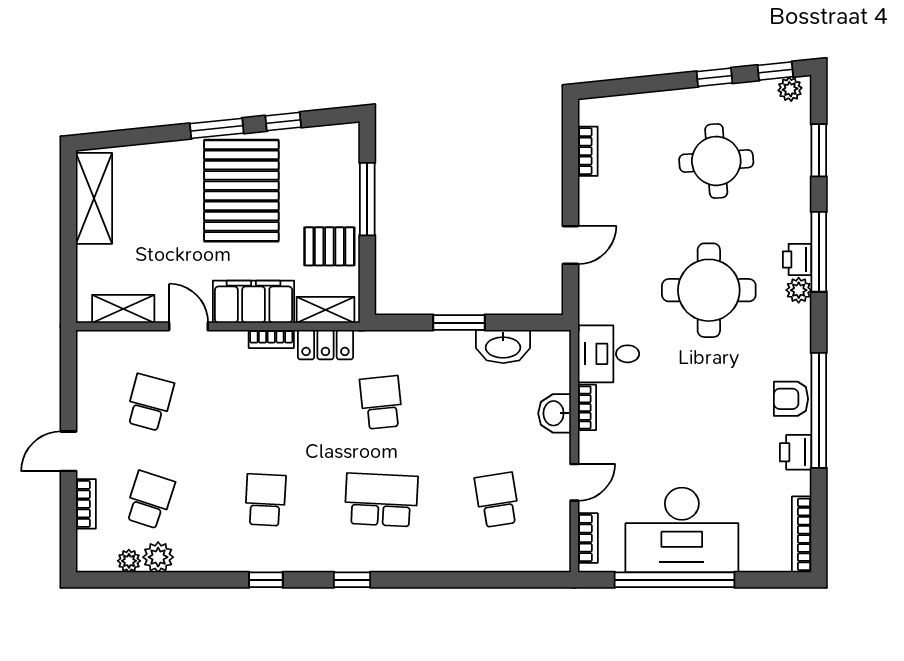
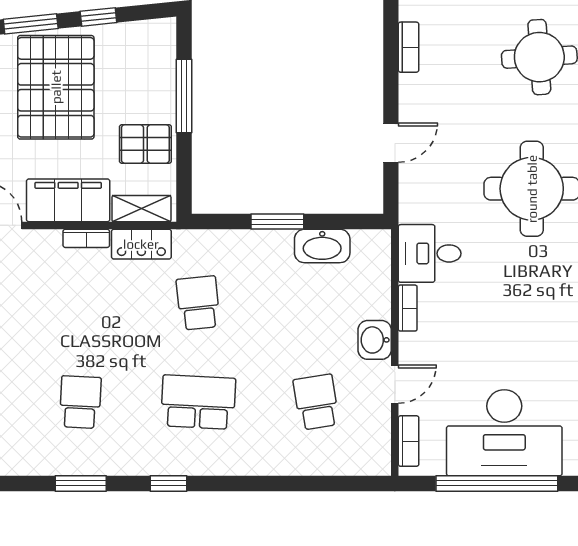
washbasin: (554, 413) -> (375, 340), moved
window: (266, 580) -> (81, 483), width x1.50

